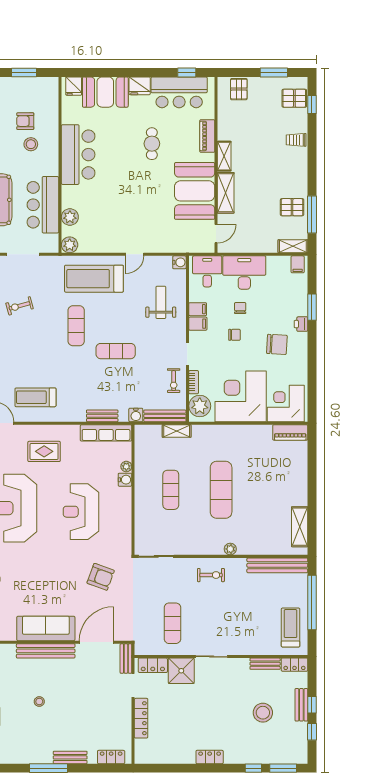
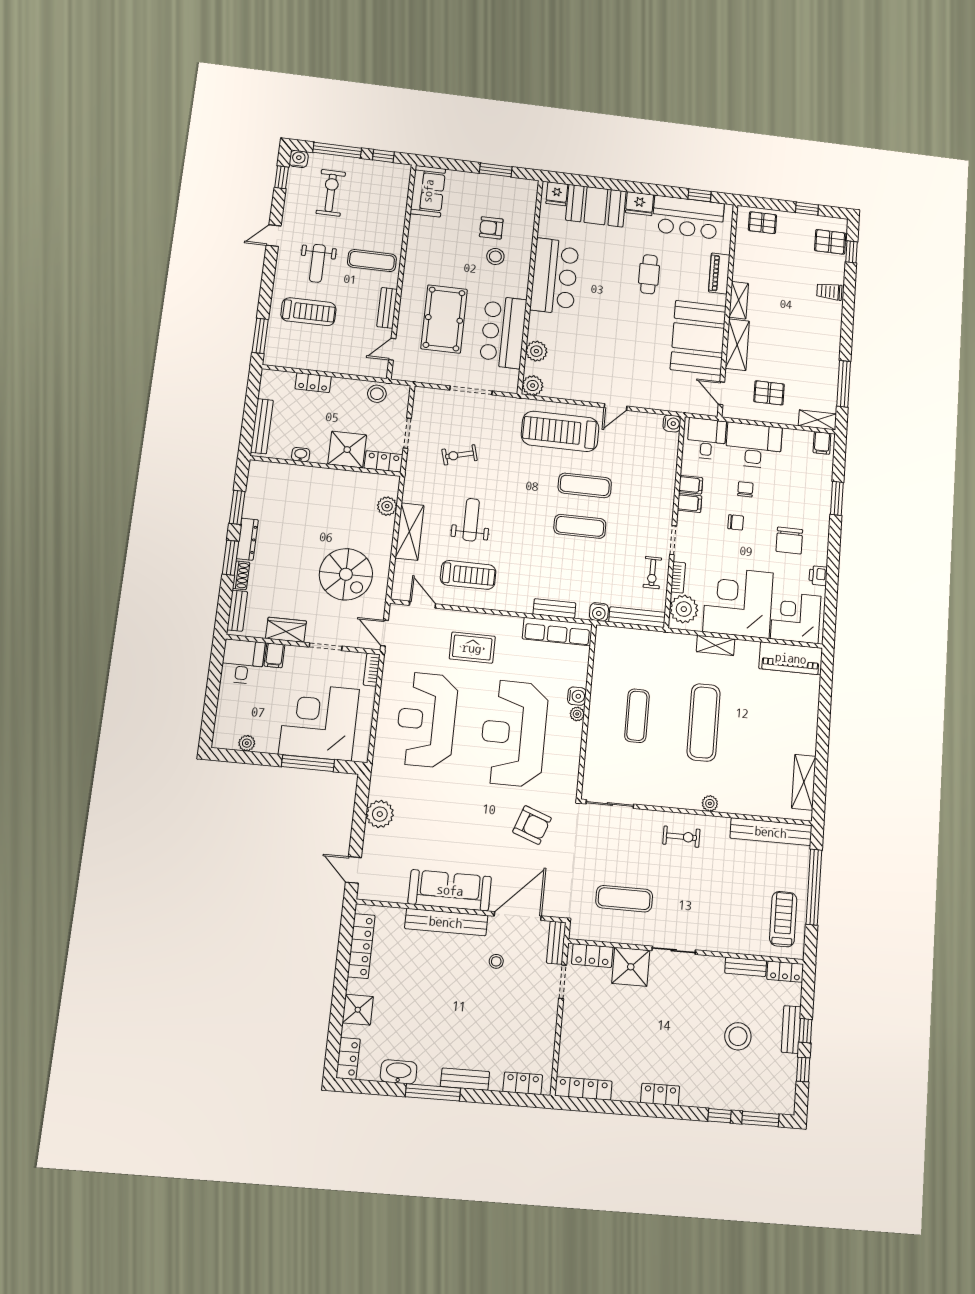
window: (274, 73) -> (807, 209), width x0.67
pallet: (239, 89) -> (762, 223), turned 90
pallet: (292, 207) -> (769, 393), moved
door: (216, 234) -> (721, 393), swing flipped
weight bench: (161, 302) -> (471, 520), moved
printer: (301, 324) -> (818, 576), moved
exercise mat: (76, 326) -> (585, 485), moved, turned 90
chair: (277, 344) -> (789, 541), turned 87
treadmill: (35, 397) -> (468, 575), turned 180
shelving: (177, 431) -> (716, 645), moved
piano: (290, 432) -> (791, 658), width x1.37, depth x1.33
plant: (126, 467) -> (577, 714), moved
reception desk: (81, 512) -> (514, 733), width x1.36, depth x1.30
exercise mat: (172, 623) -> (624, 899), turned 90
stool: (39, 702) -> (496, 961), moved
locker: (141, 718) -> (583, 1088), moved, turned -90
washbasin: (23, 756) -> (399, 1072), added

